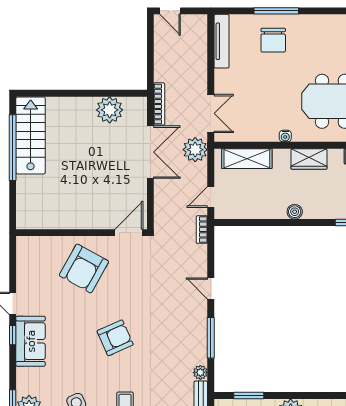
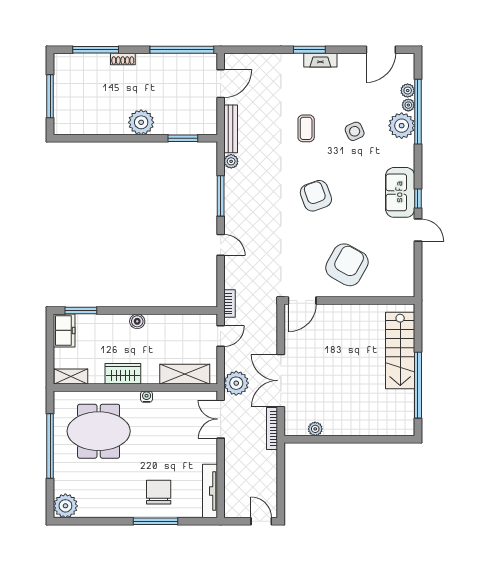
plant: (110, 110) -> (315, 429), width x0.53, depth x0.53
stairs: (31, 135) -> (400, 350), moved
armchair: (115, 338) -> (316, 196), turned 94

